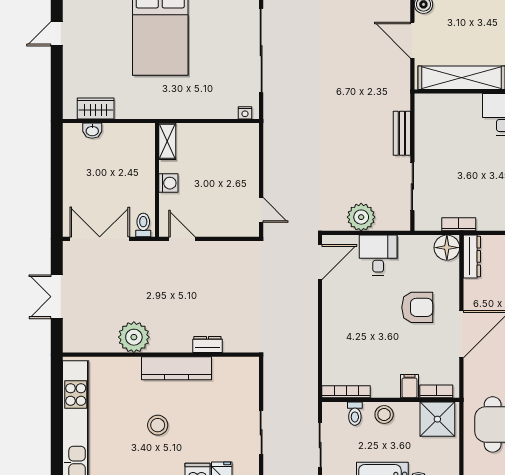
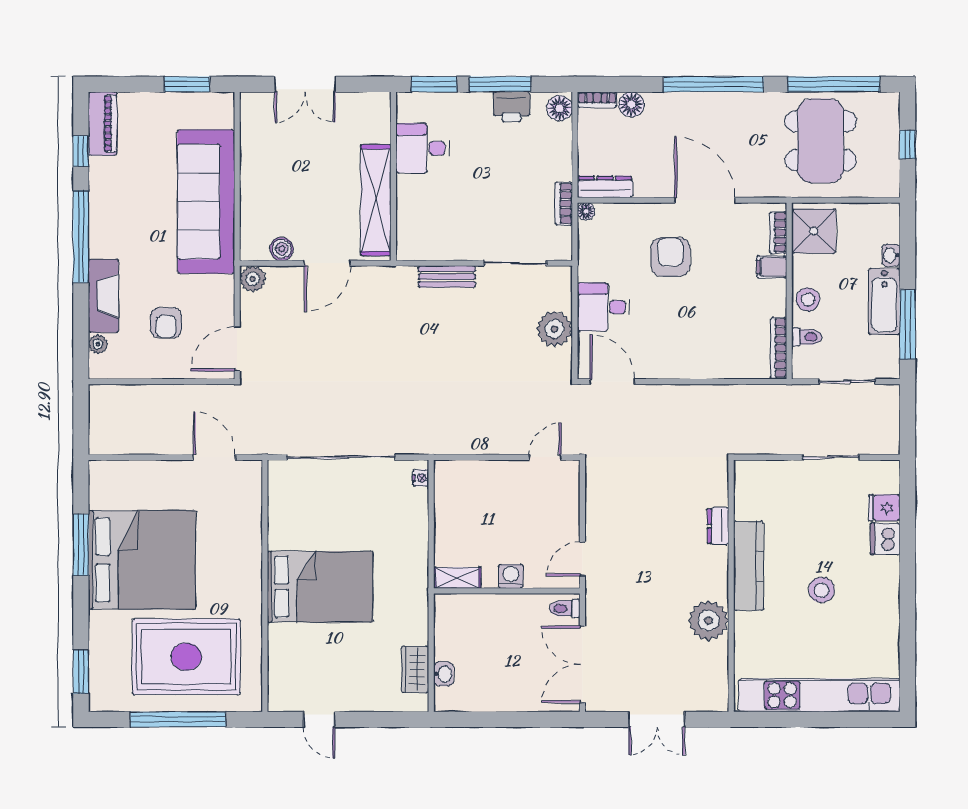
floor lamp: (447, 248) -> (586, 211), width x0.53, depth x0.53

